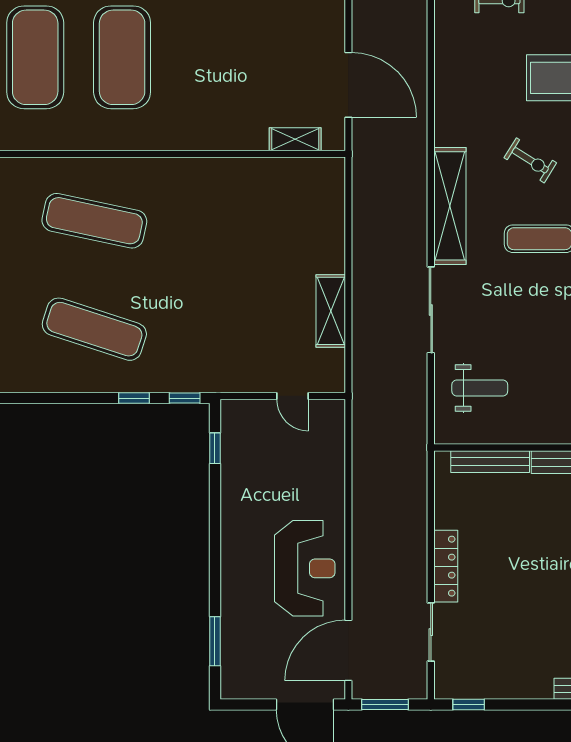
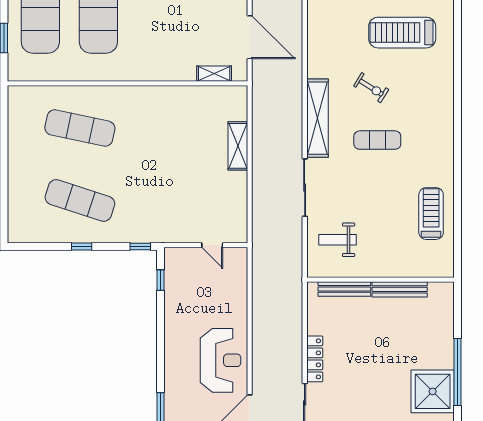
shelving: (331, 311) -> (238, 146), moved
weight bench: (480, 388) -> (337, 240), turned 180
window: (134, 398) -> (82, 247), moved

